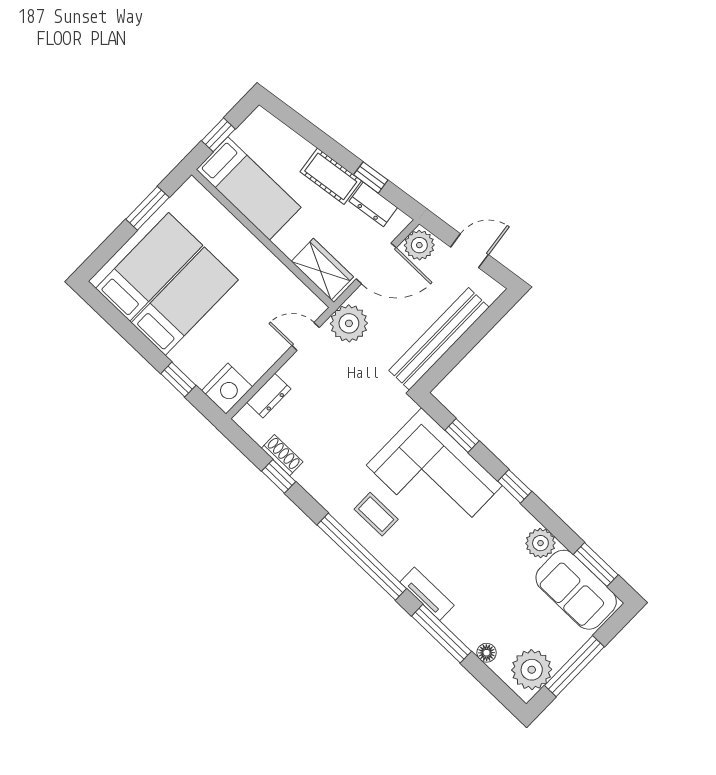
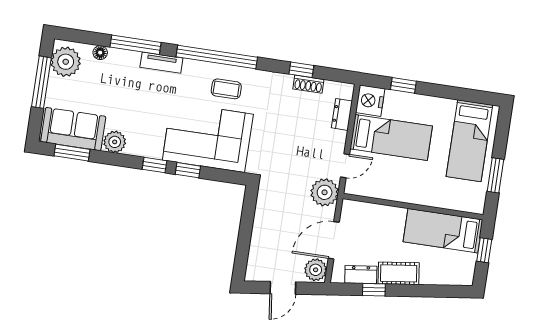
wardrobe: (322, 269) -> (364, 214), removed
bed: (185, 301) -> (391, 137), moved, turned -90
bench: (439, 339) -> (264, 222), removed
window: (462, 436) -> (188, 170), moved

